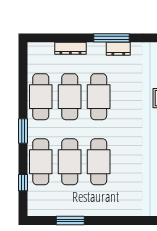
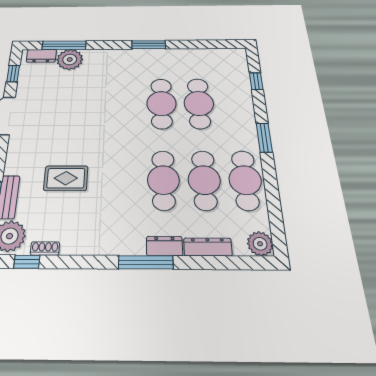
dresser: (118, 49) -> (164, 246), moved
plant: (36, 51) -> (260, 244), added
cafe table: (41, 162) -> (236, 103), removed
window: (70, 221) -> (149, 45), moved

